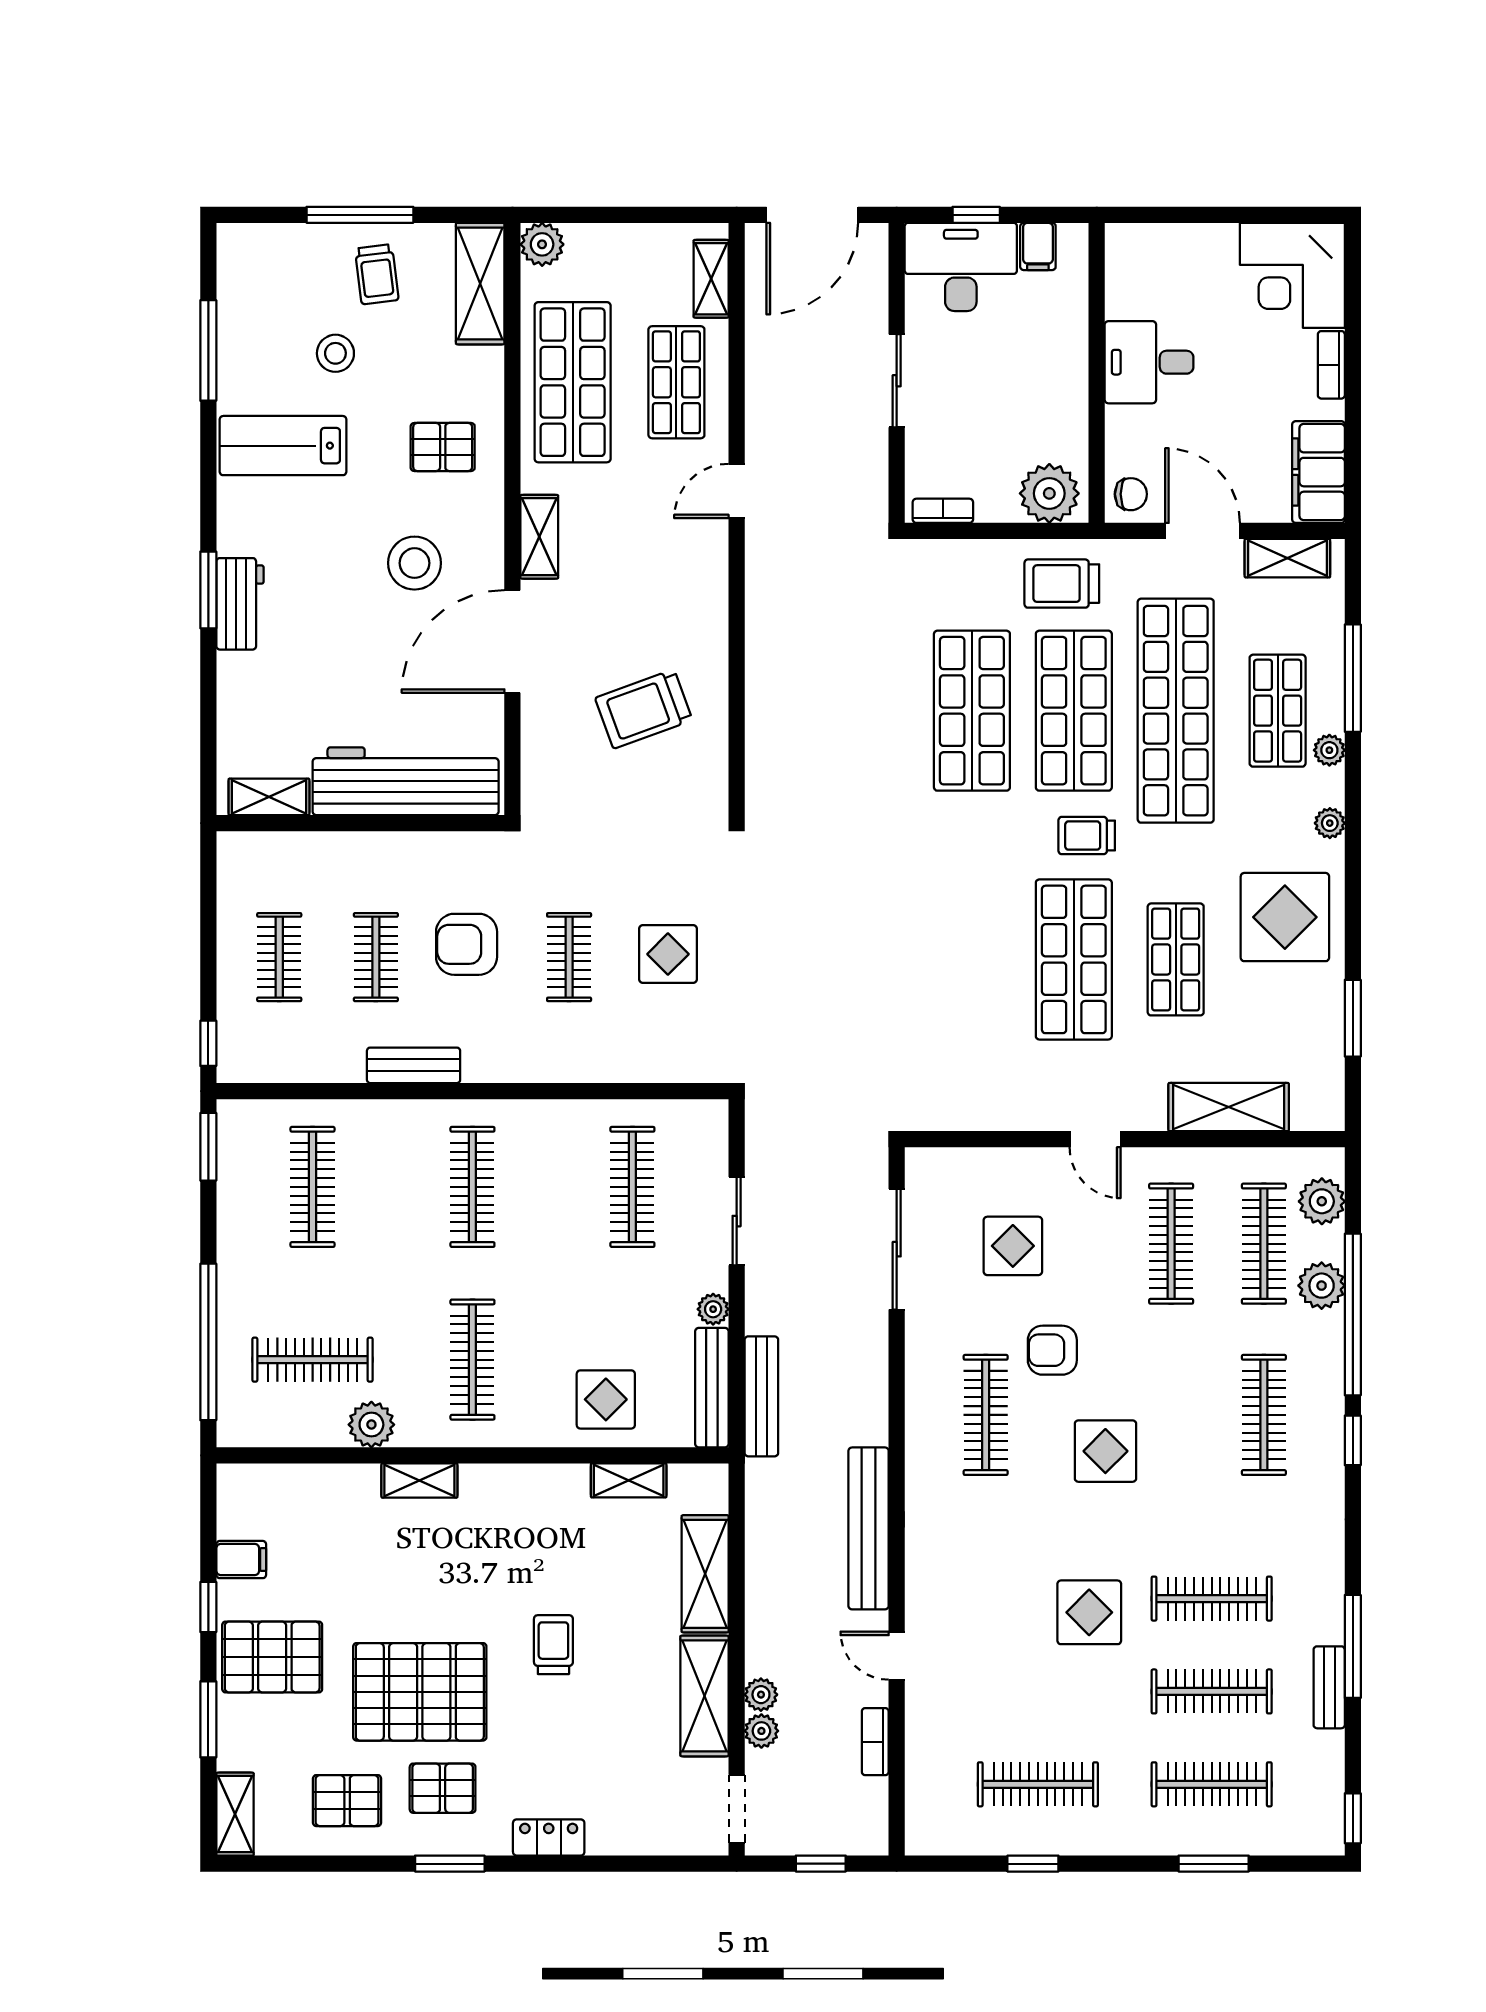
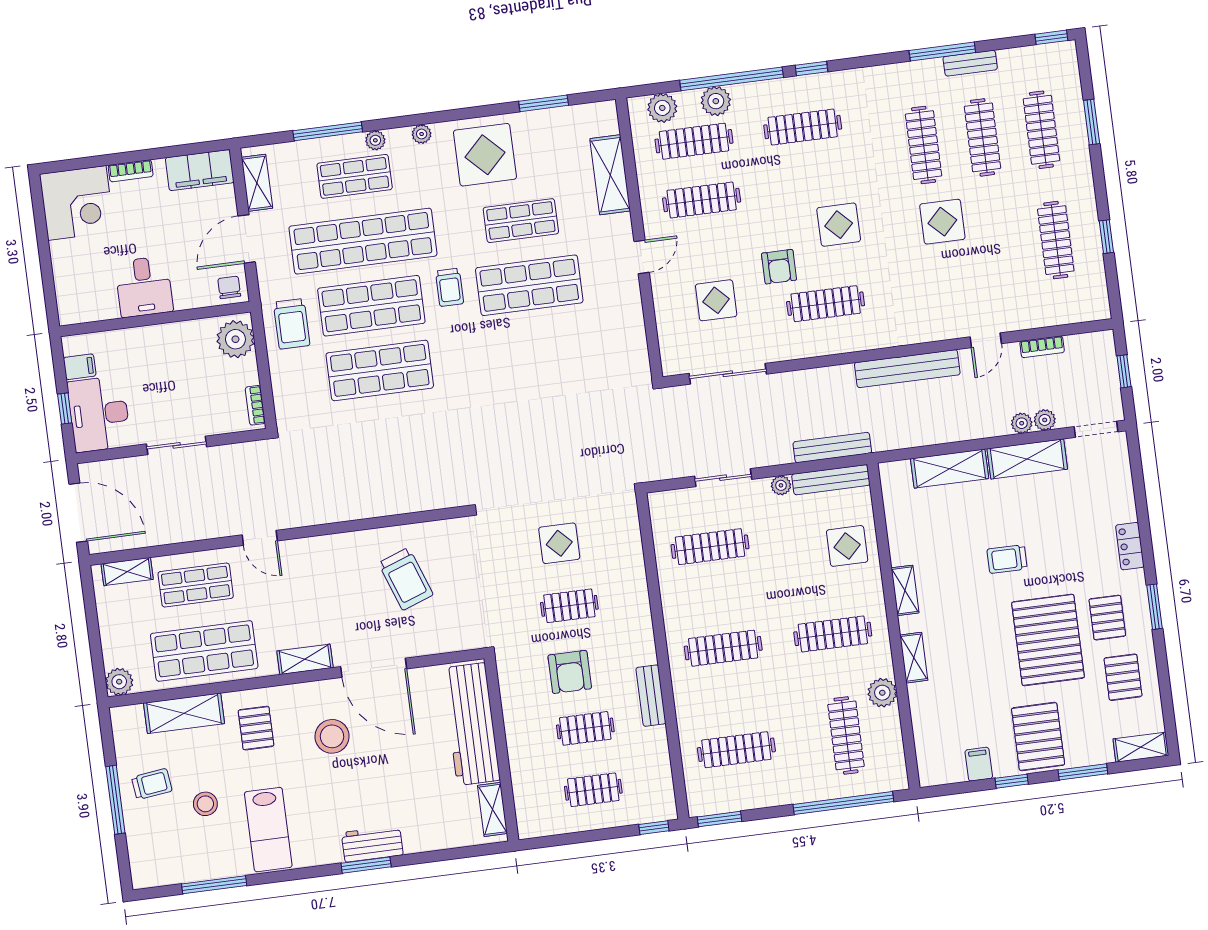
shelving: (480, 284) -> (184, 713), moved
shelving: (629, 1480) -> (905, 590), moved

